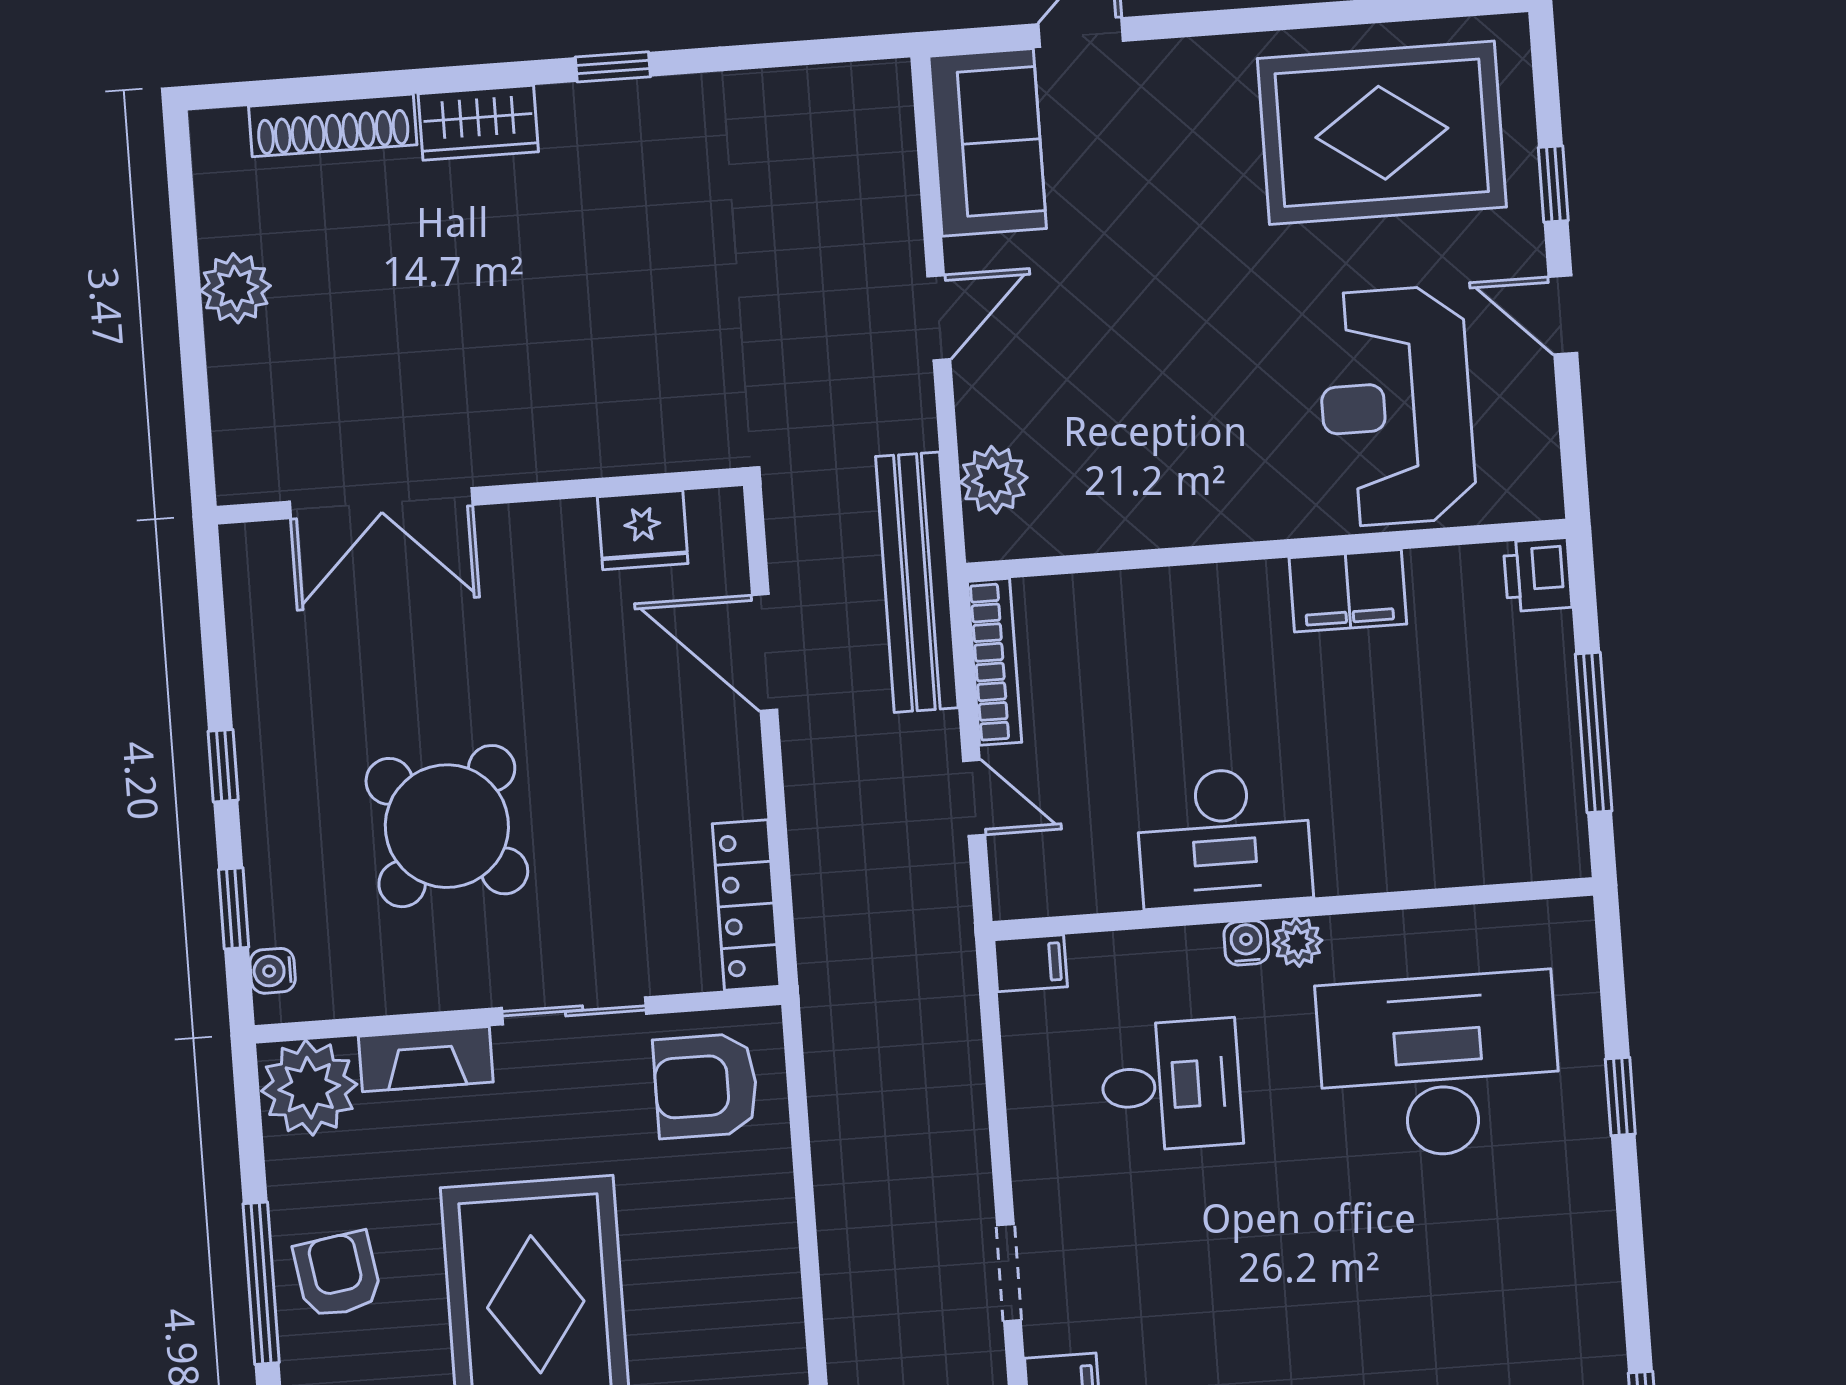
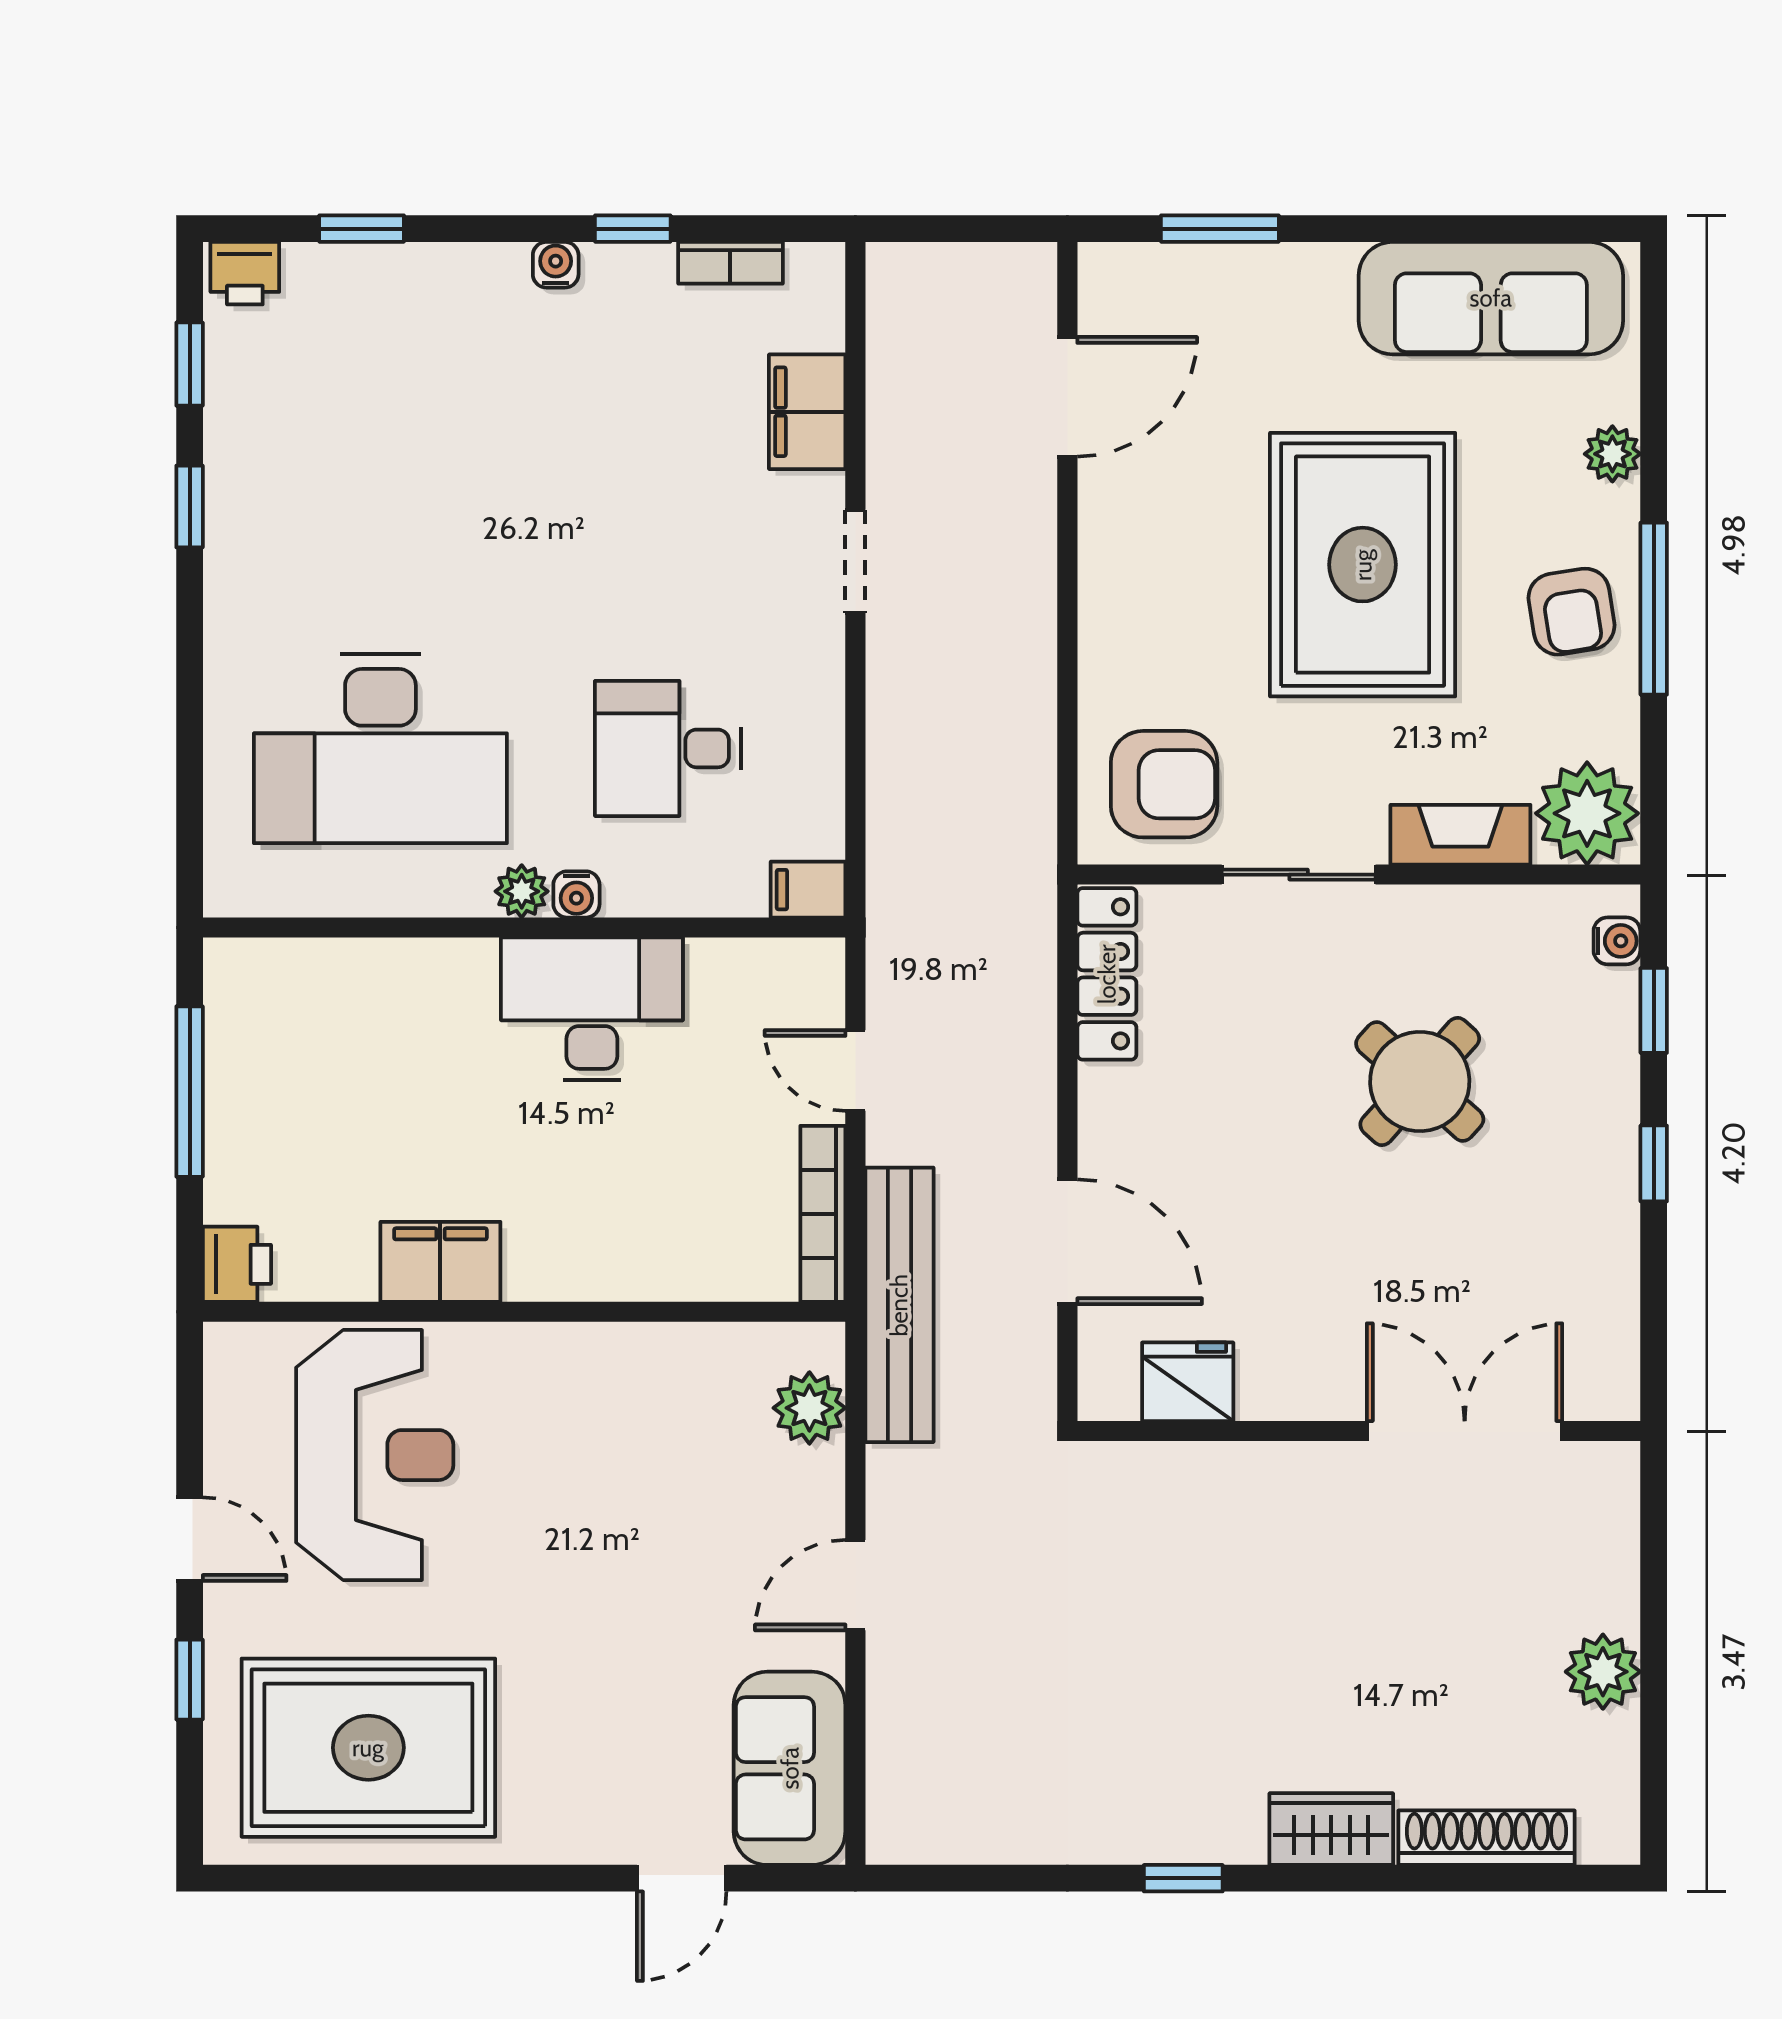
round table: (447, 826) -> (1420, 1081), width x0.73, depth x0.73
window: (1620, 1097) -> (190, 506), moved

